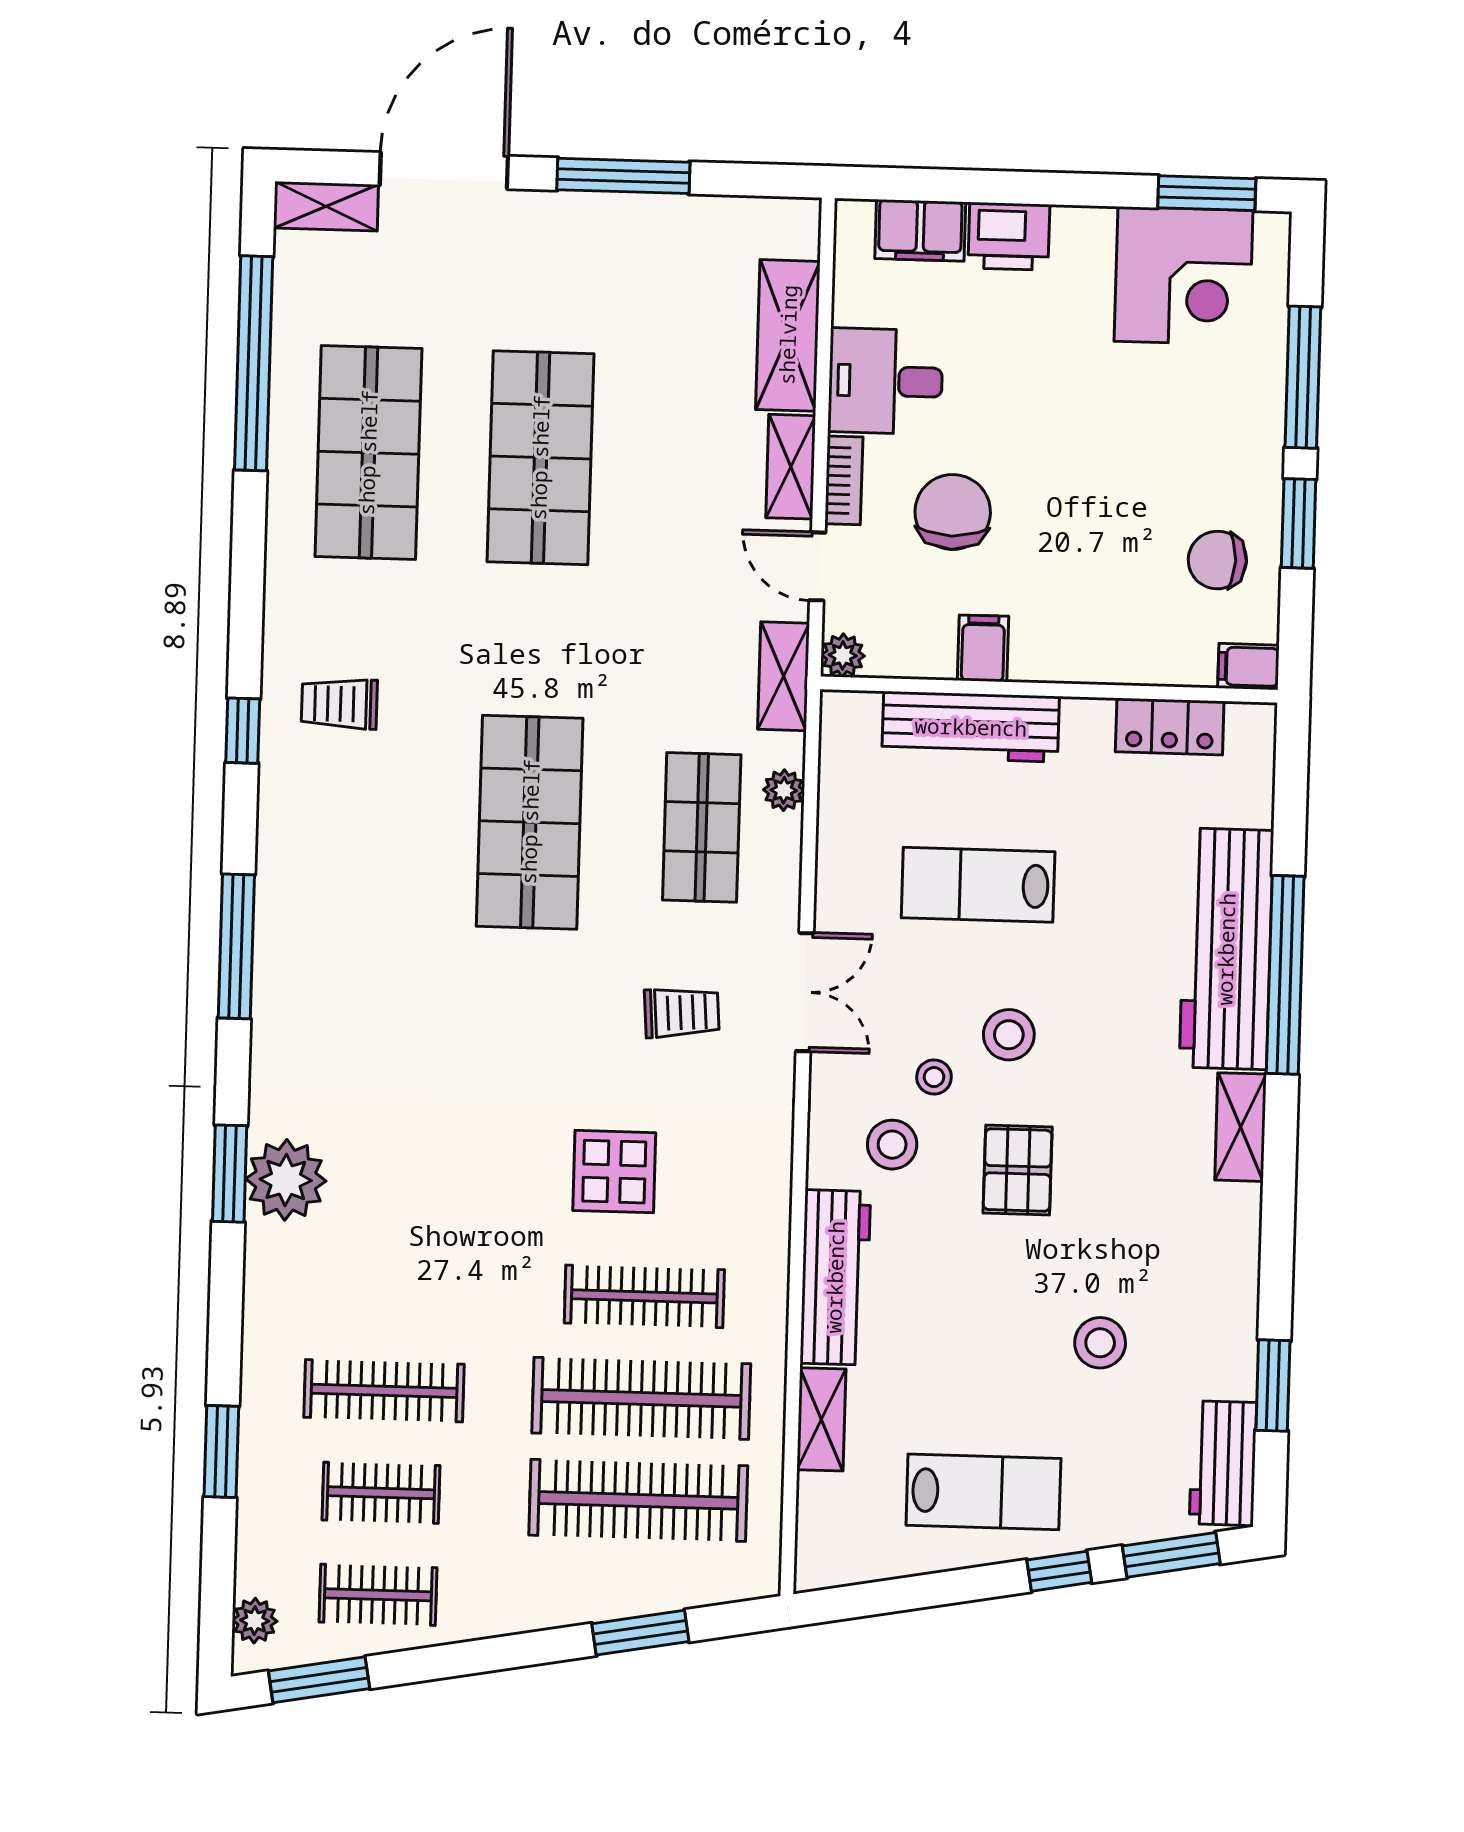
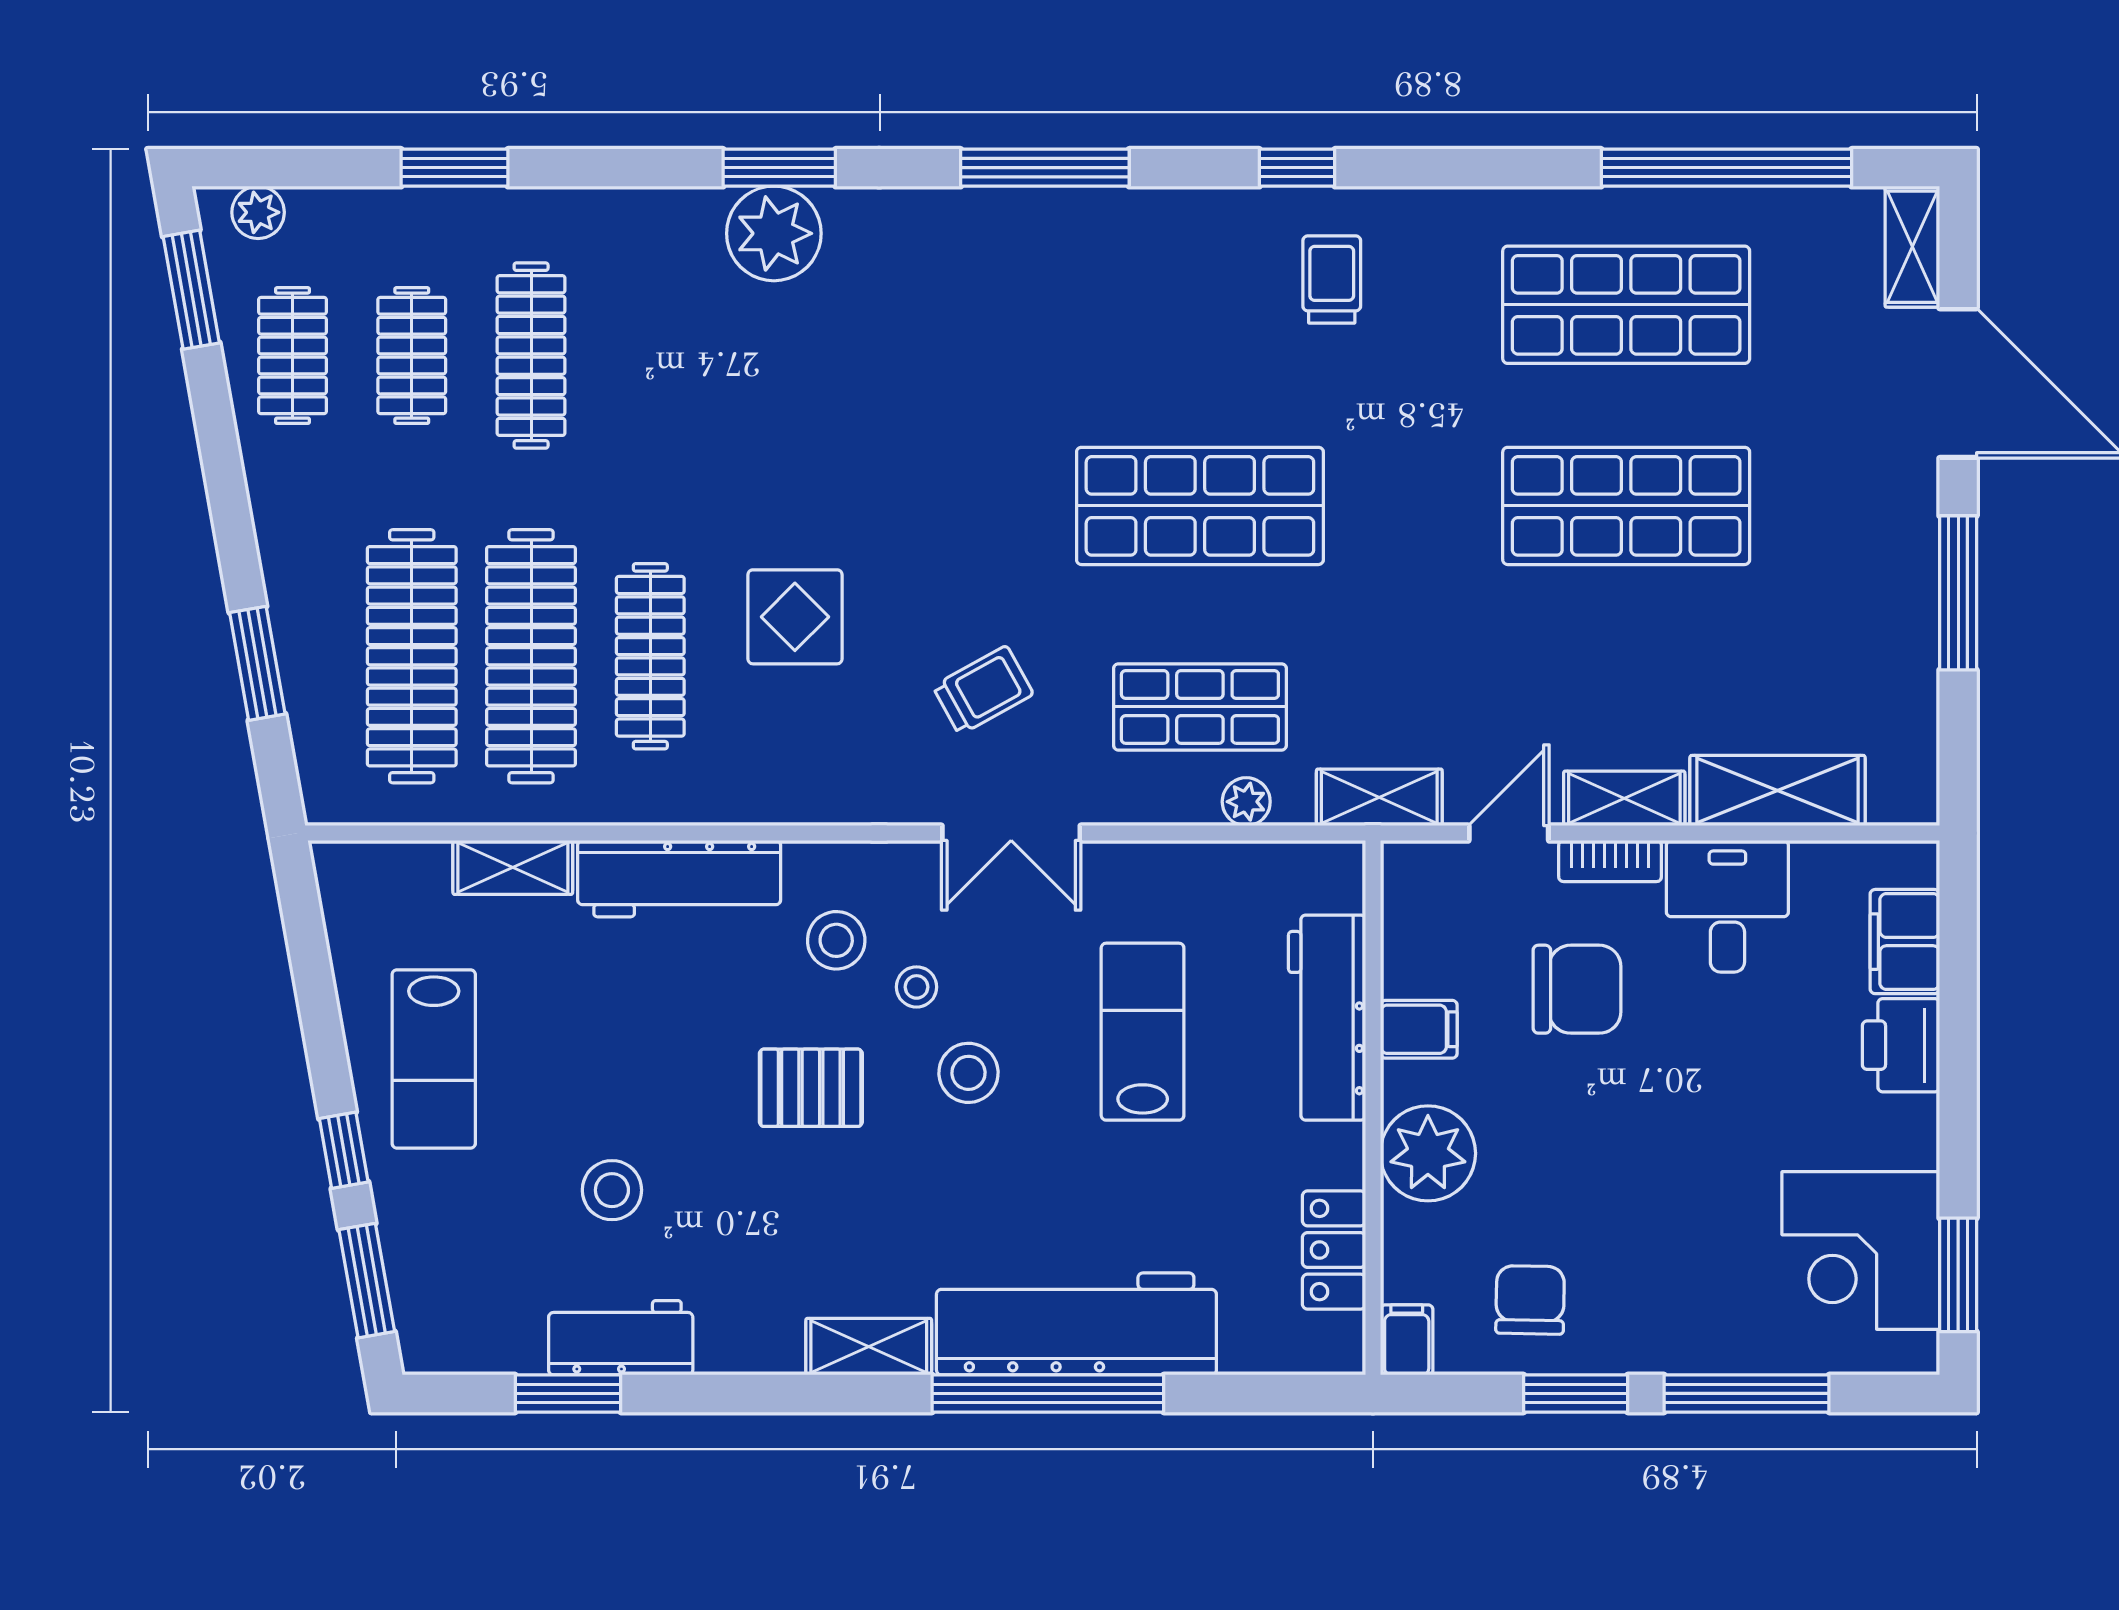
plant: (843, 655) -> (1428, 1153), moved, width x1.88, depth x1.88
trolley: (682, 1013) -> (983, 690), turned -115
workbench: (1223, 1463) -> (621, 1338), moved

